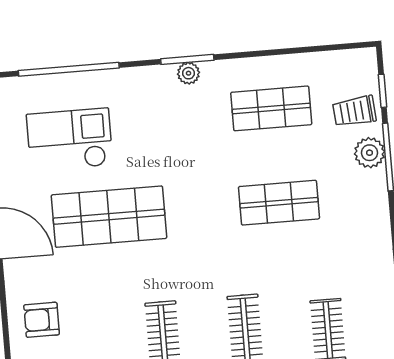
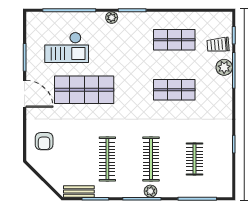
plant: (189, 73) -> (112, 18), moved
checkout: (70, 140) -> (67, 47), turned 180
armchair: (42, 320) -> (44, 141), turned -90

